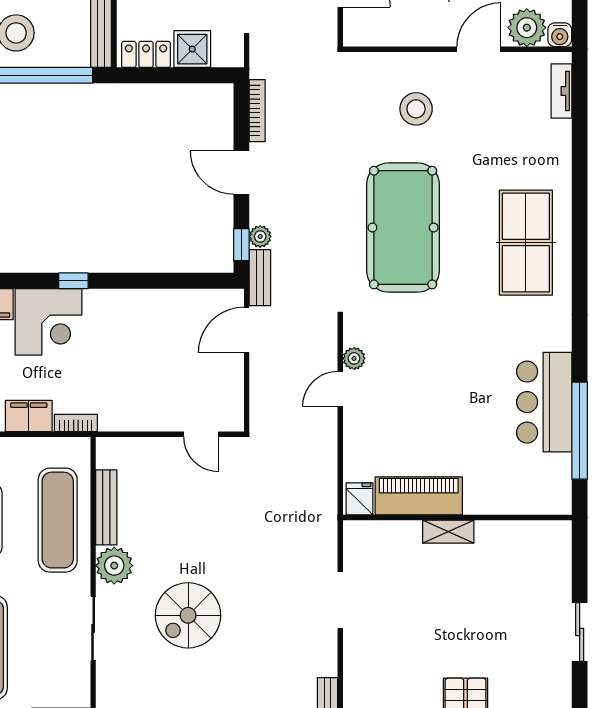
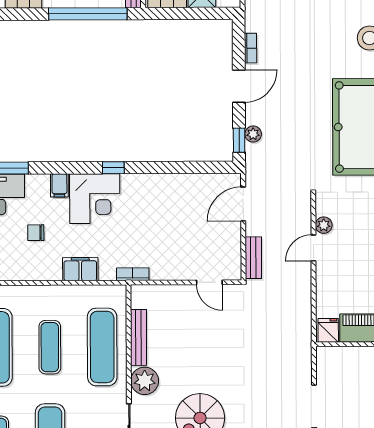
bookcase: (257, 111) -> (251, 48), width x0.64
door: (241, 173) -> (239, 86), swing flipped
bench: (260, 278) -> (253, 258), moved
bookcase: (76, 423) -> (133, 274), moved

